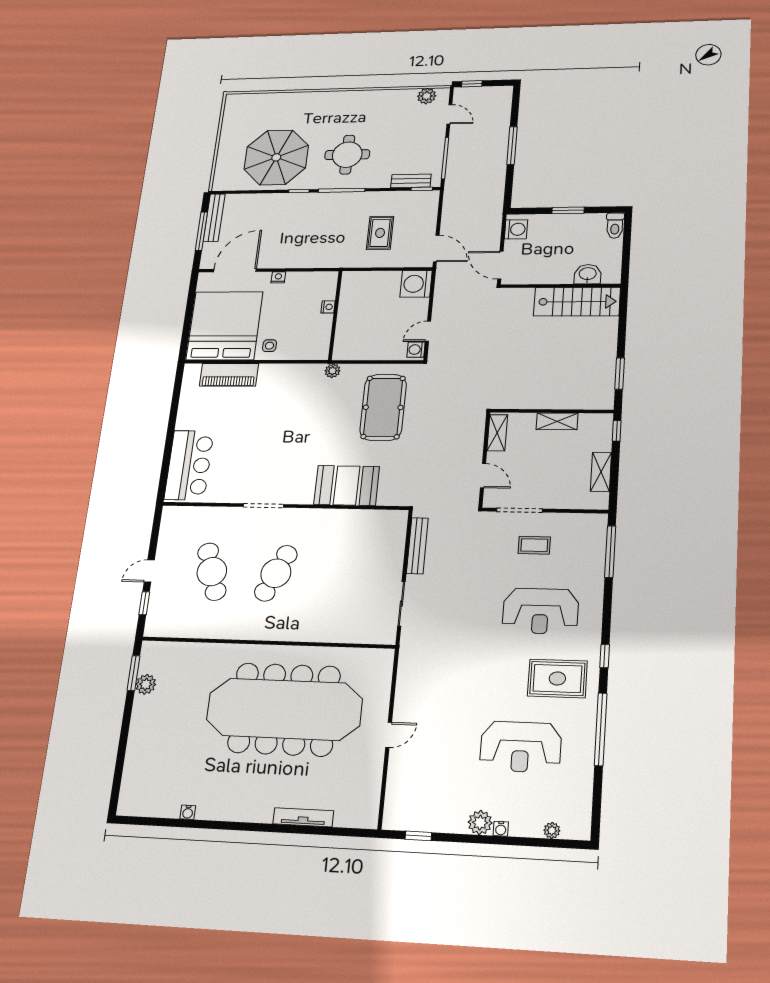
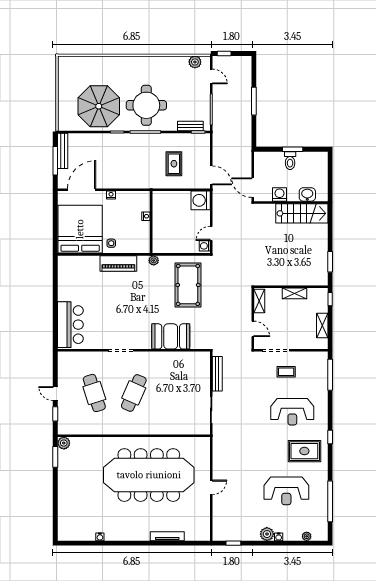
round table: (347, 155) -> (146, 105), width x1.36, depth x1.36
toilet: (615, 226) -> (290, 161), moved
washing machine: (516, 229) -> (280, 194), moved, turned -90
piano: (229, 375) -> (118, 263), moved
door: (149, 571) -> (55, 394), hinge flipped
plant: (146, 684) -> (64, 443), moved
window: (601, 729) -> (330, 501), moved

